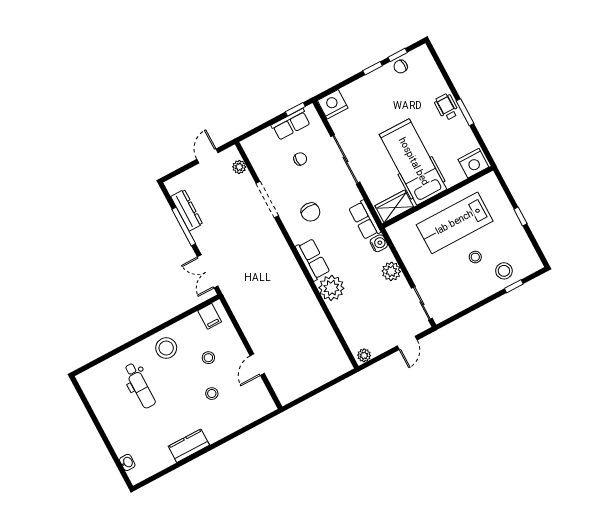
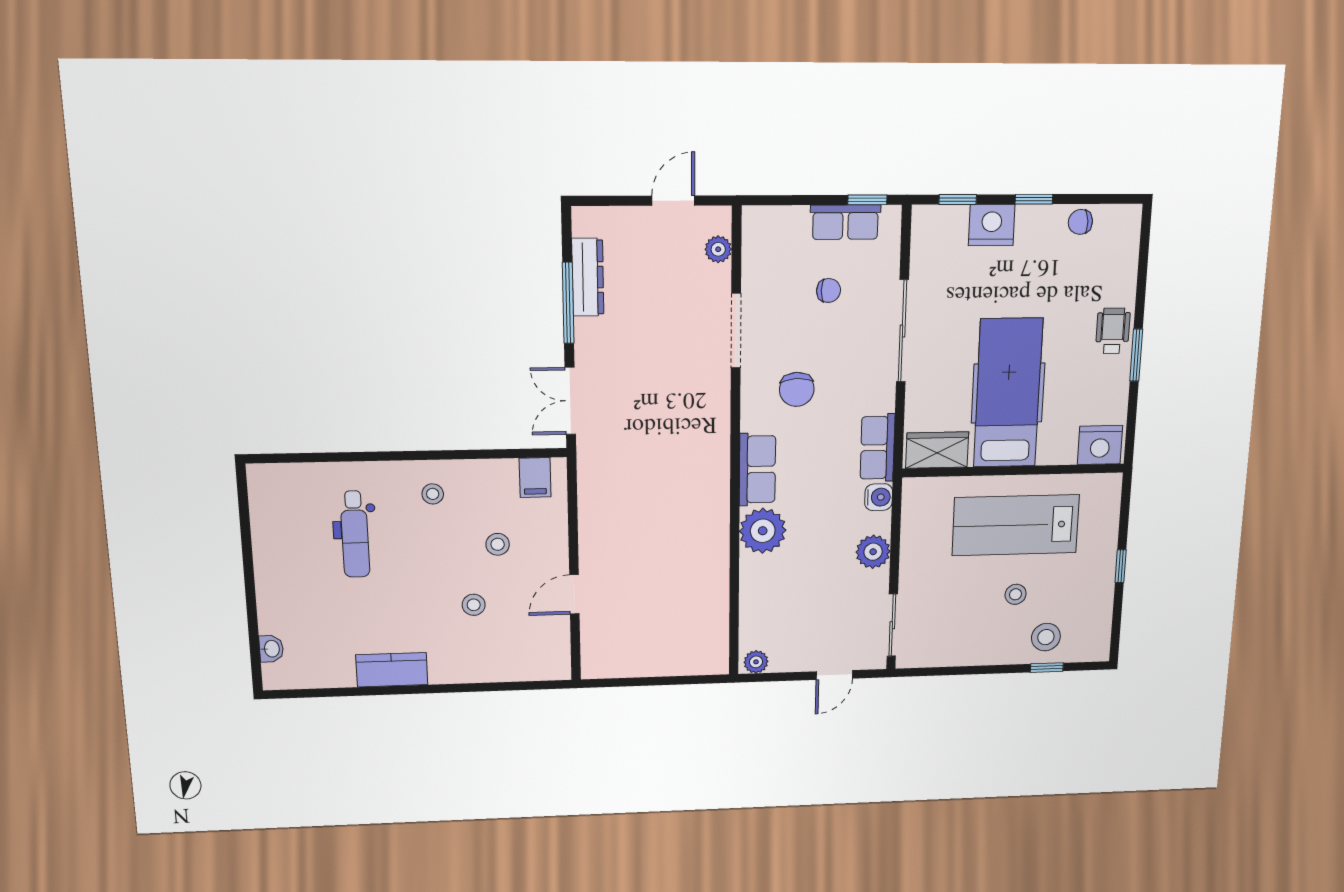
window: (398, 55) -> (958, 199), moved
nightstand: (333, 104) -> (992, 225), moved
stool: (166, 348) -> (433, 494), width x0.53, depth x0.53

